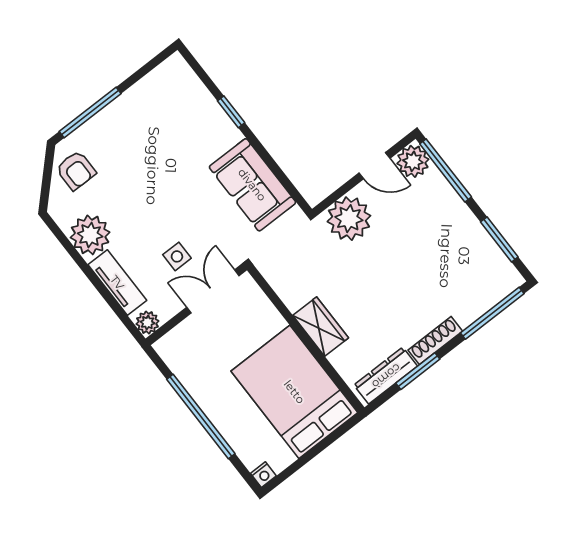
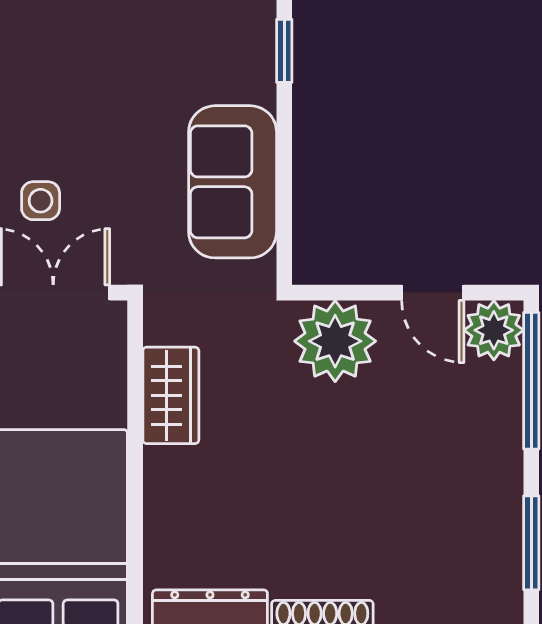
wardrobe: (321, 327) -> (171, 395), moved

